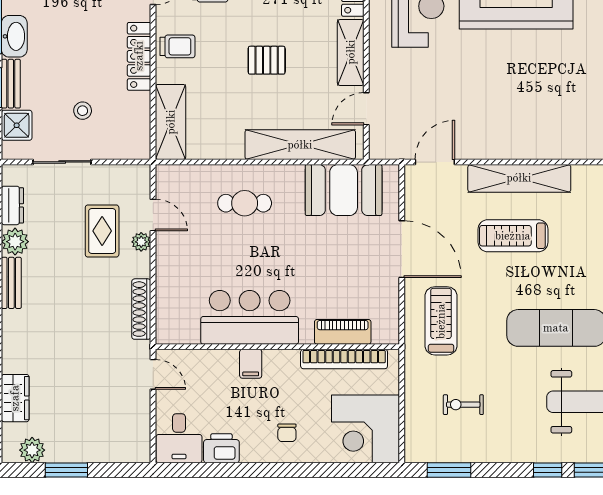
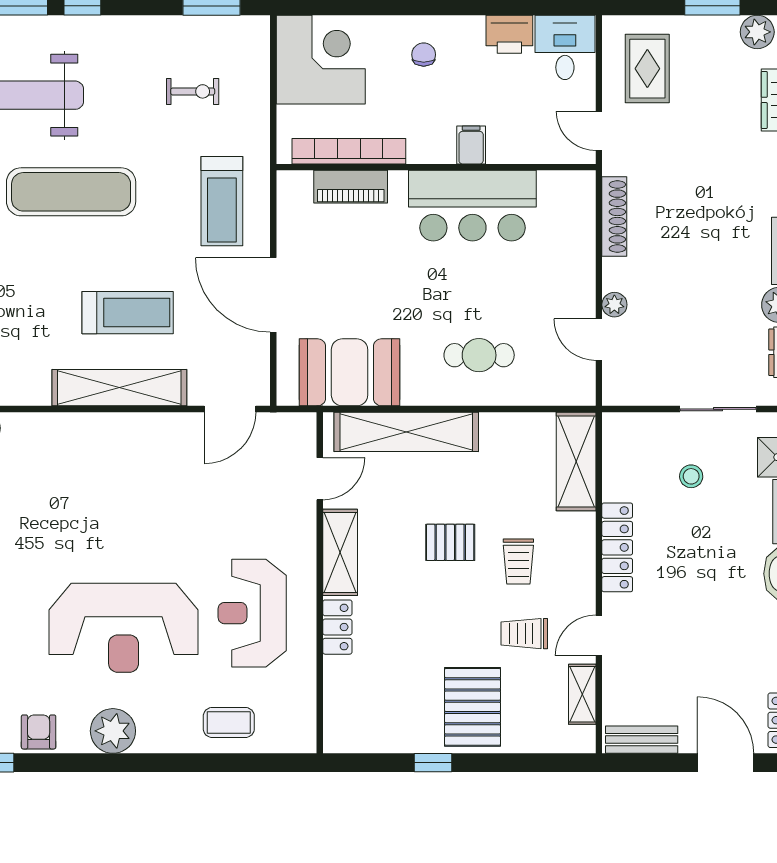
trolley: (177, 46) -> (518, 561), moved, turned -90
rug: (102, 231) -> (647, 69), moved

